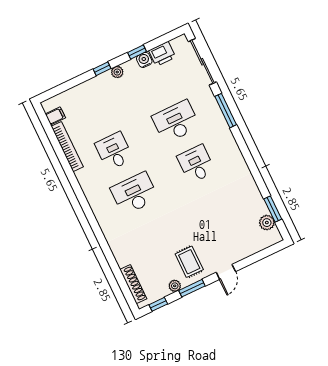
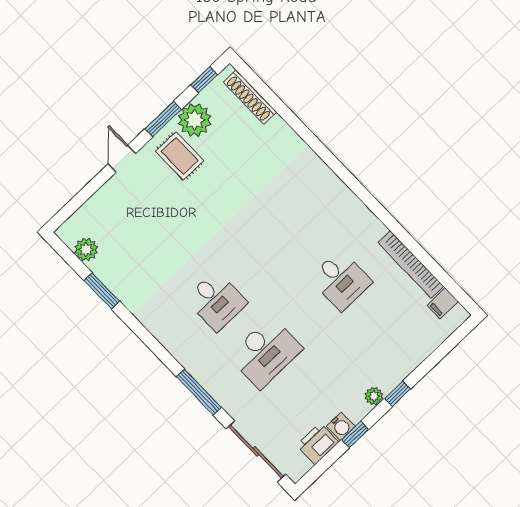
desk: (134, 194) -> (291, 229), removed
window: (273, 209) -> (102, 291), moved
plant: (175, 286) -> (195, 120), width x1.88, depth x1.88

